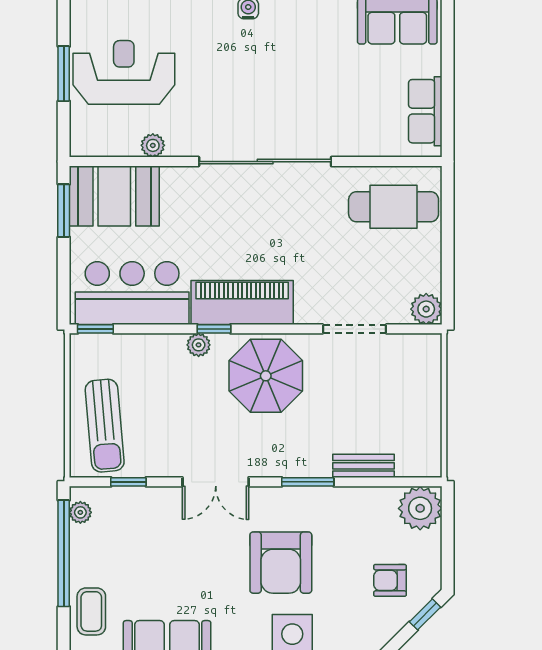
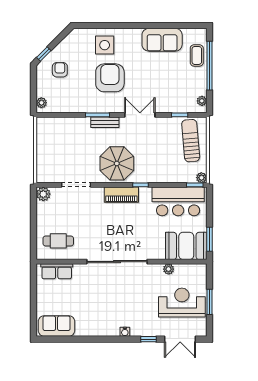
reception desk: (124, 72) -> (182, 303), turned 180
row of seats: (425, 111) -> (57, 271), moved, turned 90
cafe table: (394, 207) -> (58, 241), width x0.73, depth x0.74
piano: (242, 302) -> (121, 195), width x0.73, depth x0.75
plant: (199, 345) -> (201, 178), moved
bench: (364, 466) -> (105, 122), moved
plant: (420, 508) -> (41, 103), width x0.53, depth x0.53
window: (64, 553) -> (209, 66), moved
armchair: (390, 580) -> (60, 70), turned -90

